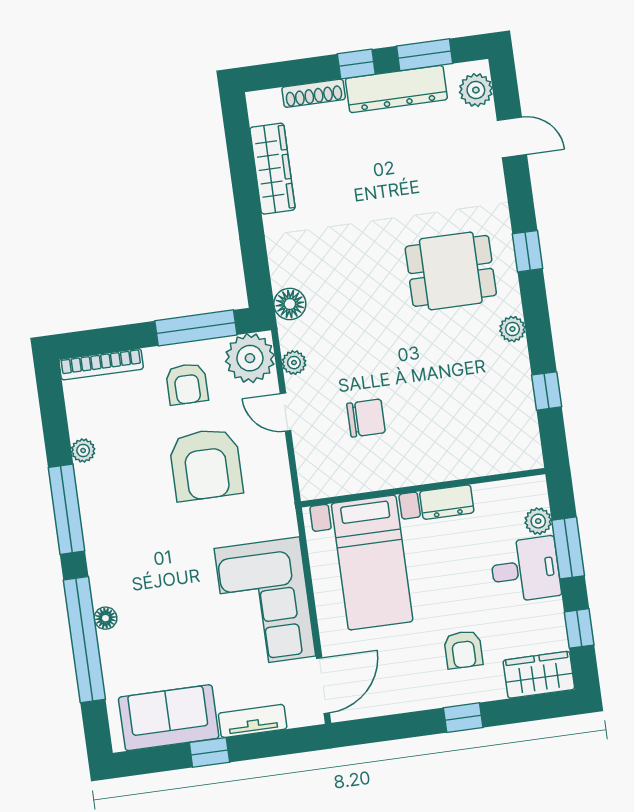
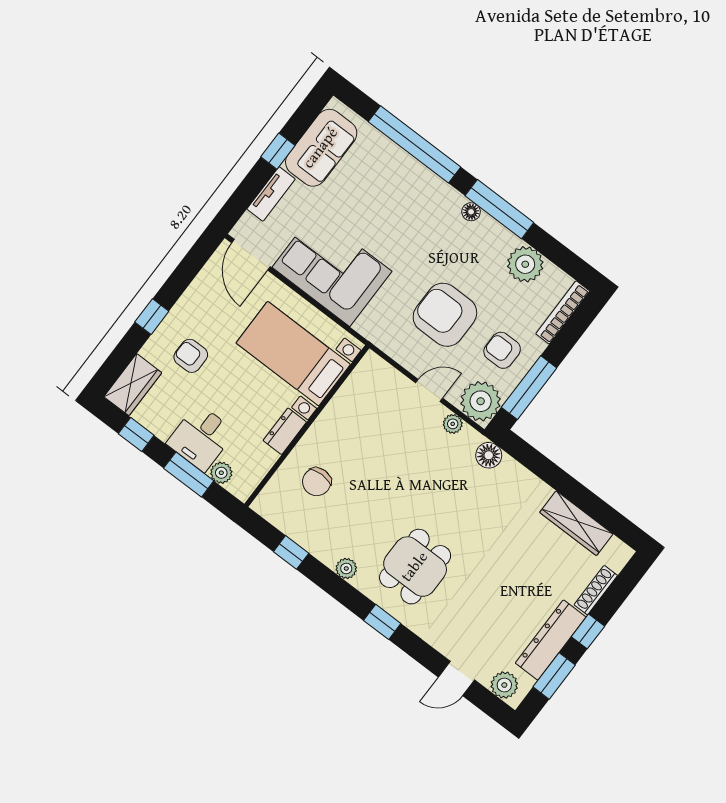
chair: (366, 418) -> (317, 482), moved
plant: (83, 450) -> (525, 264), width x1.87, depth x1.87
floor lamp: (105, 618) -> (471, 212), moved

